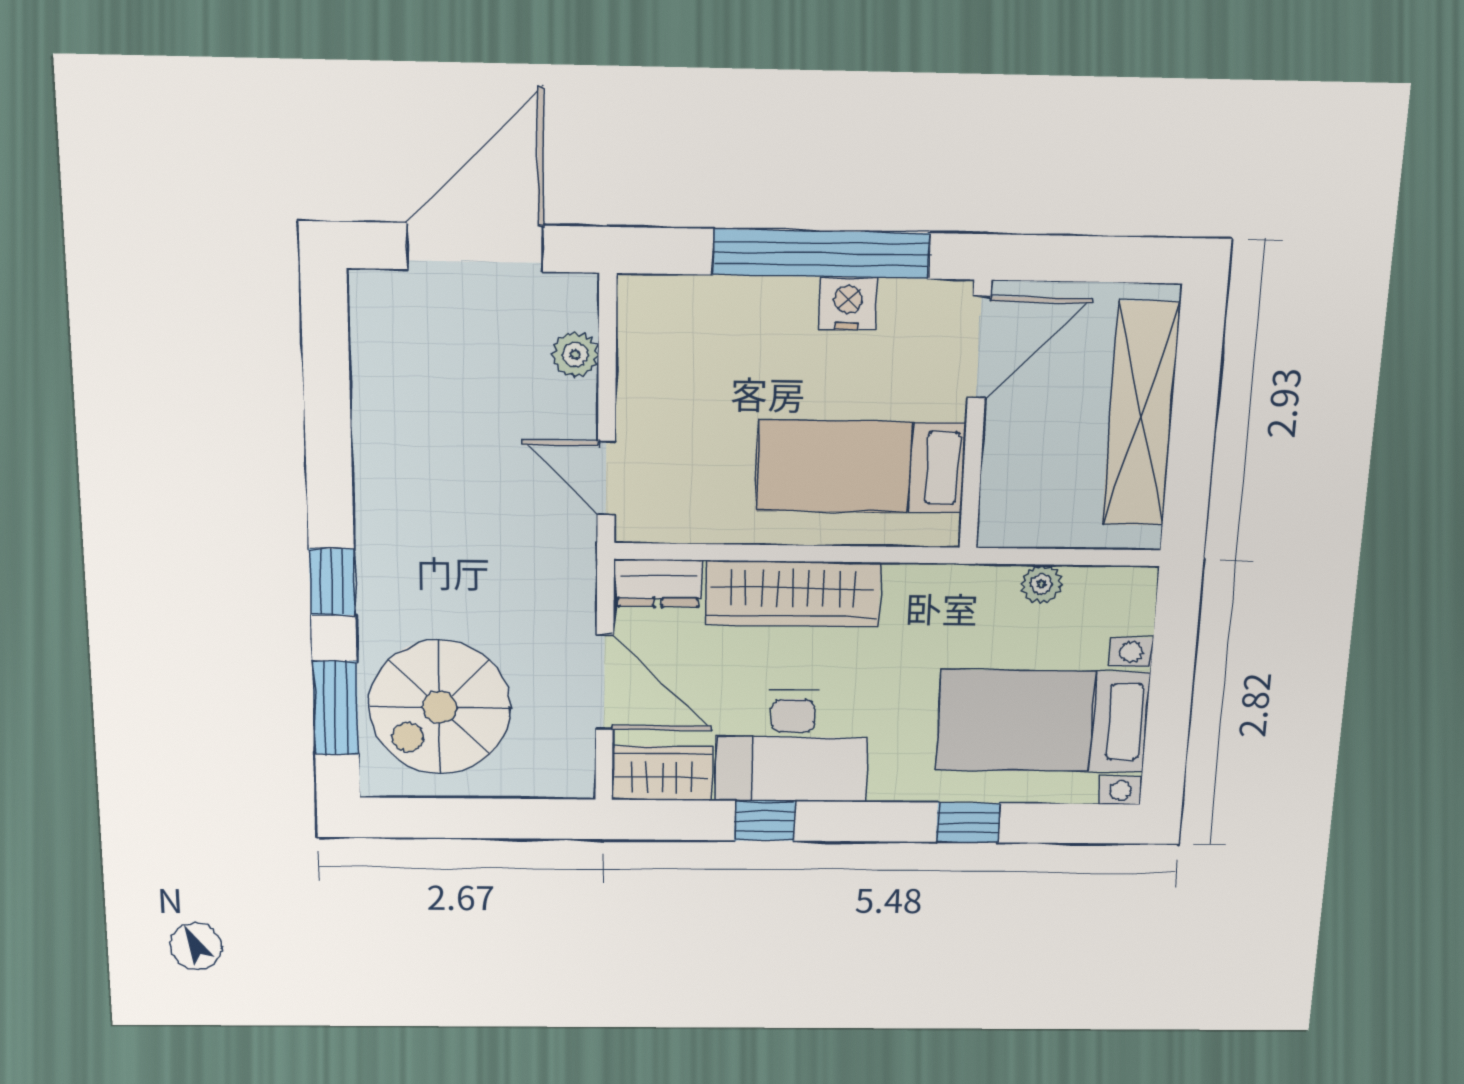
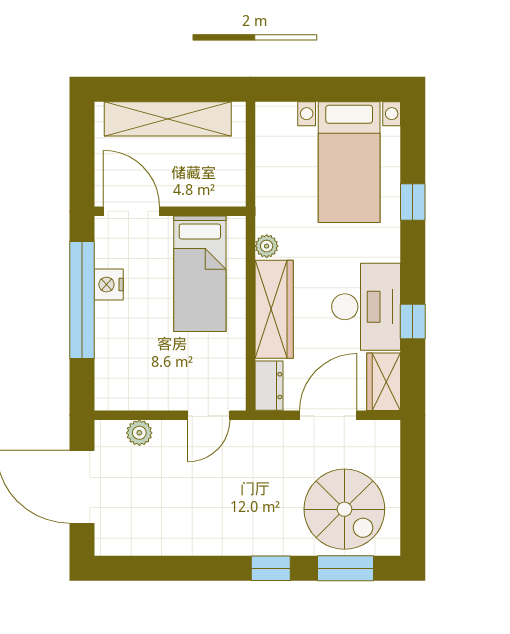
plant: (1041, 584) -> (267, 246), moved

